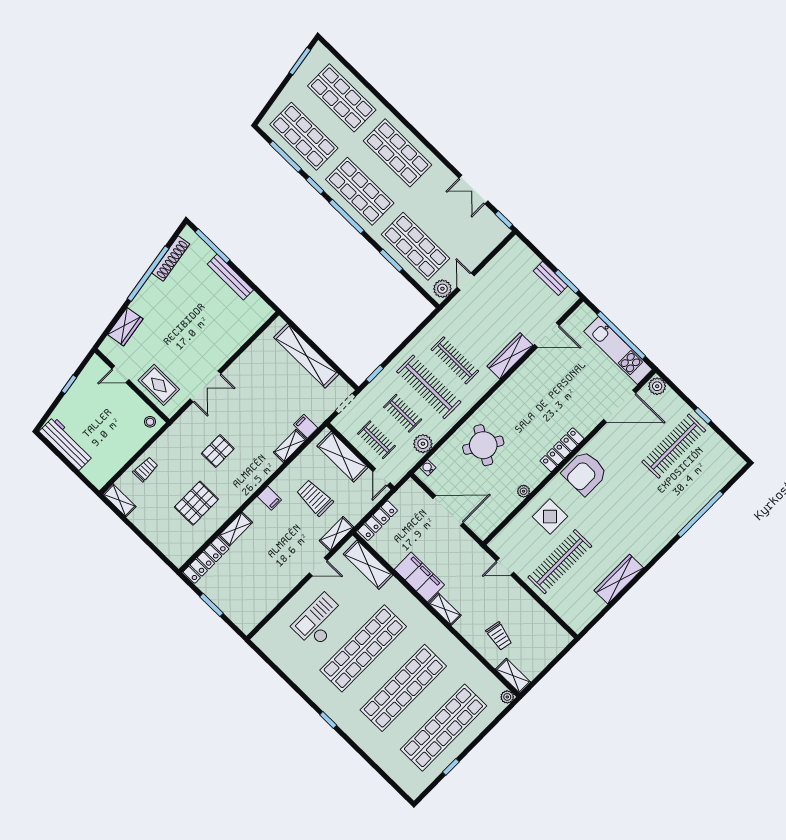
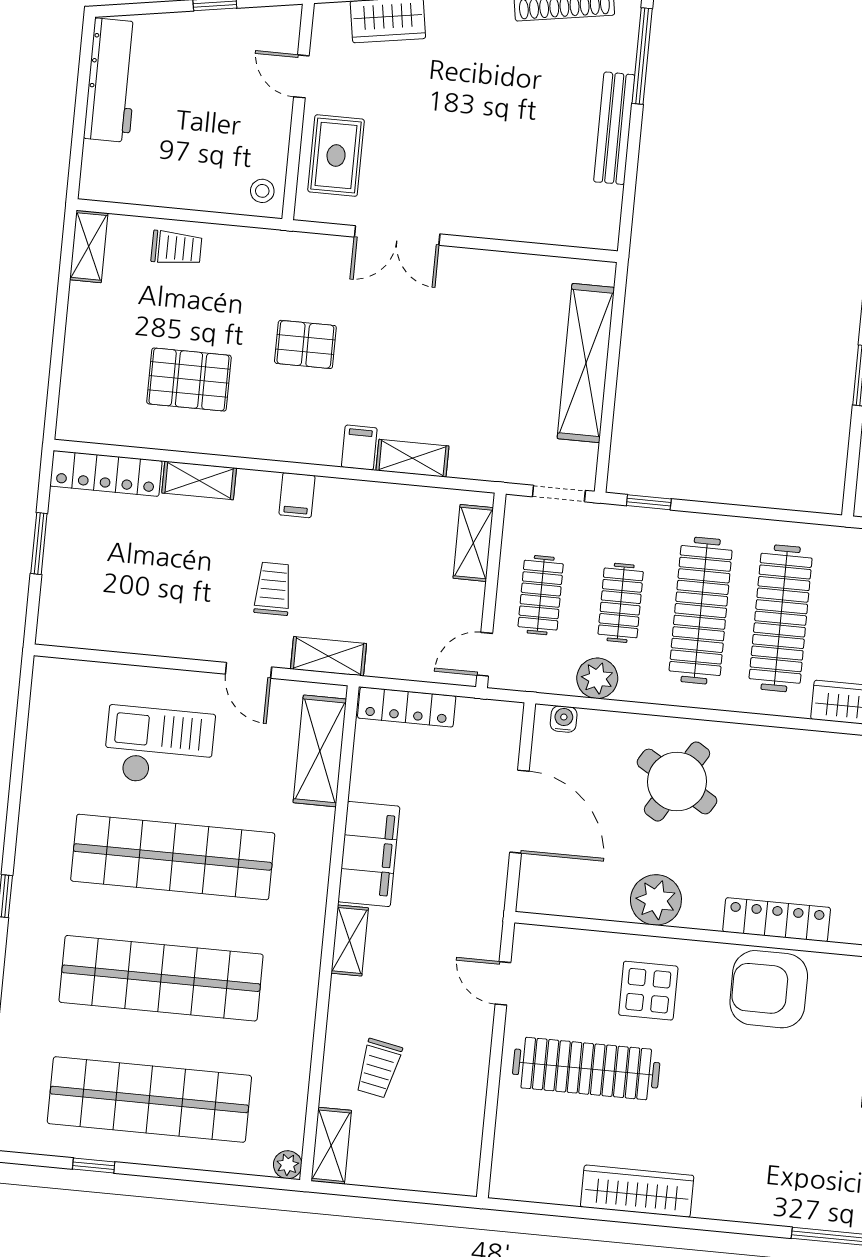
clothes rail: (455, 360) -> (781, 618), width x1.37, depth x1.31
filing cabinet: (306, 426) -> (359, 448), moved
shelving: (342, 457) -> (473, 543), width x0.67, depth x0.75
plant: (524, 491) -> (656, 900), width x1.88, depth x1.88
trolley: (315, 498) -> (273, 589), moved, width x0.73, depth x0.72

